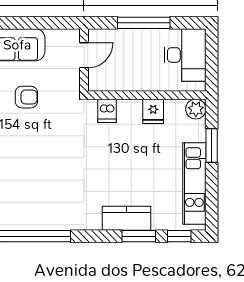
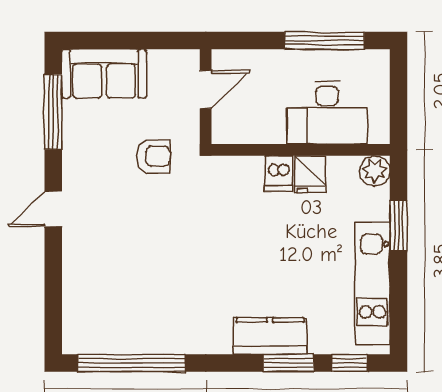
window: (144, 23) -> (324, 41), moved
desk: (185, 55) -> (327, 113), moved, turned 90
armchair: (26, 97) -> (153, 156), moved
dishwasher: (107, 111) -> (279, 174), moved

